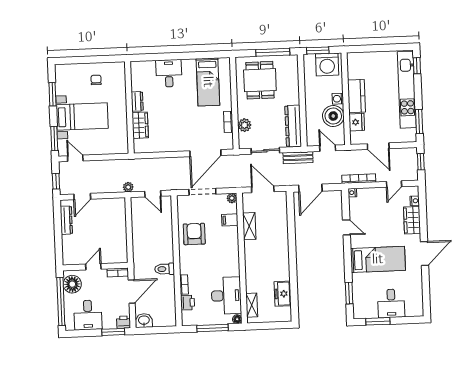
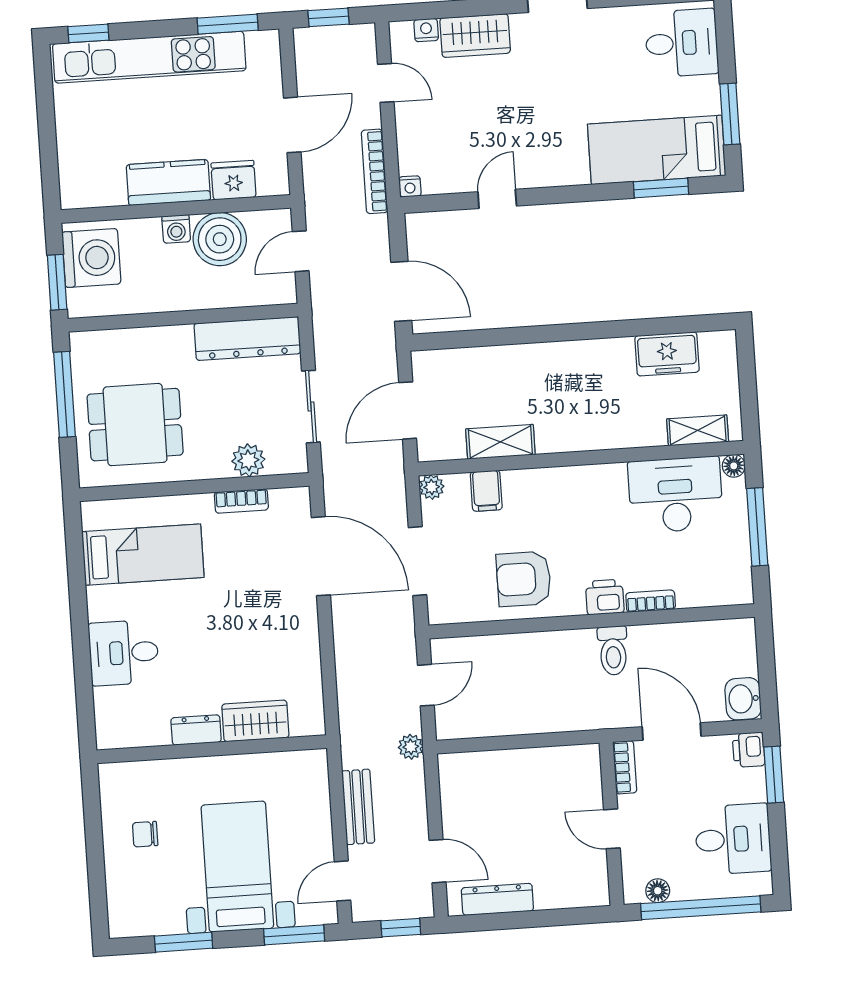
bench: (298, 158) -> (358, 807), moved
bed: (378, 259) -> (657, 150), moved, turned -90
floor lamp: (72, 284) -> (658, 891), width x0.53, depth x0.53
printer: (188, 303) -> (605, 597), moved
desk: (391, 303) -> (682, 43), moved

